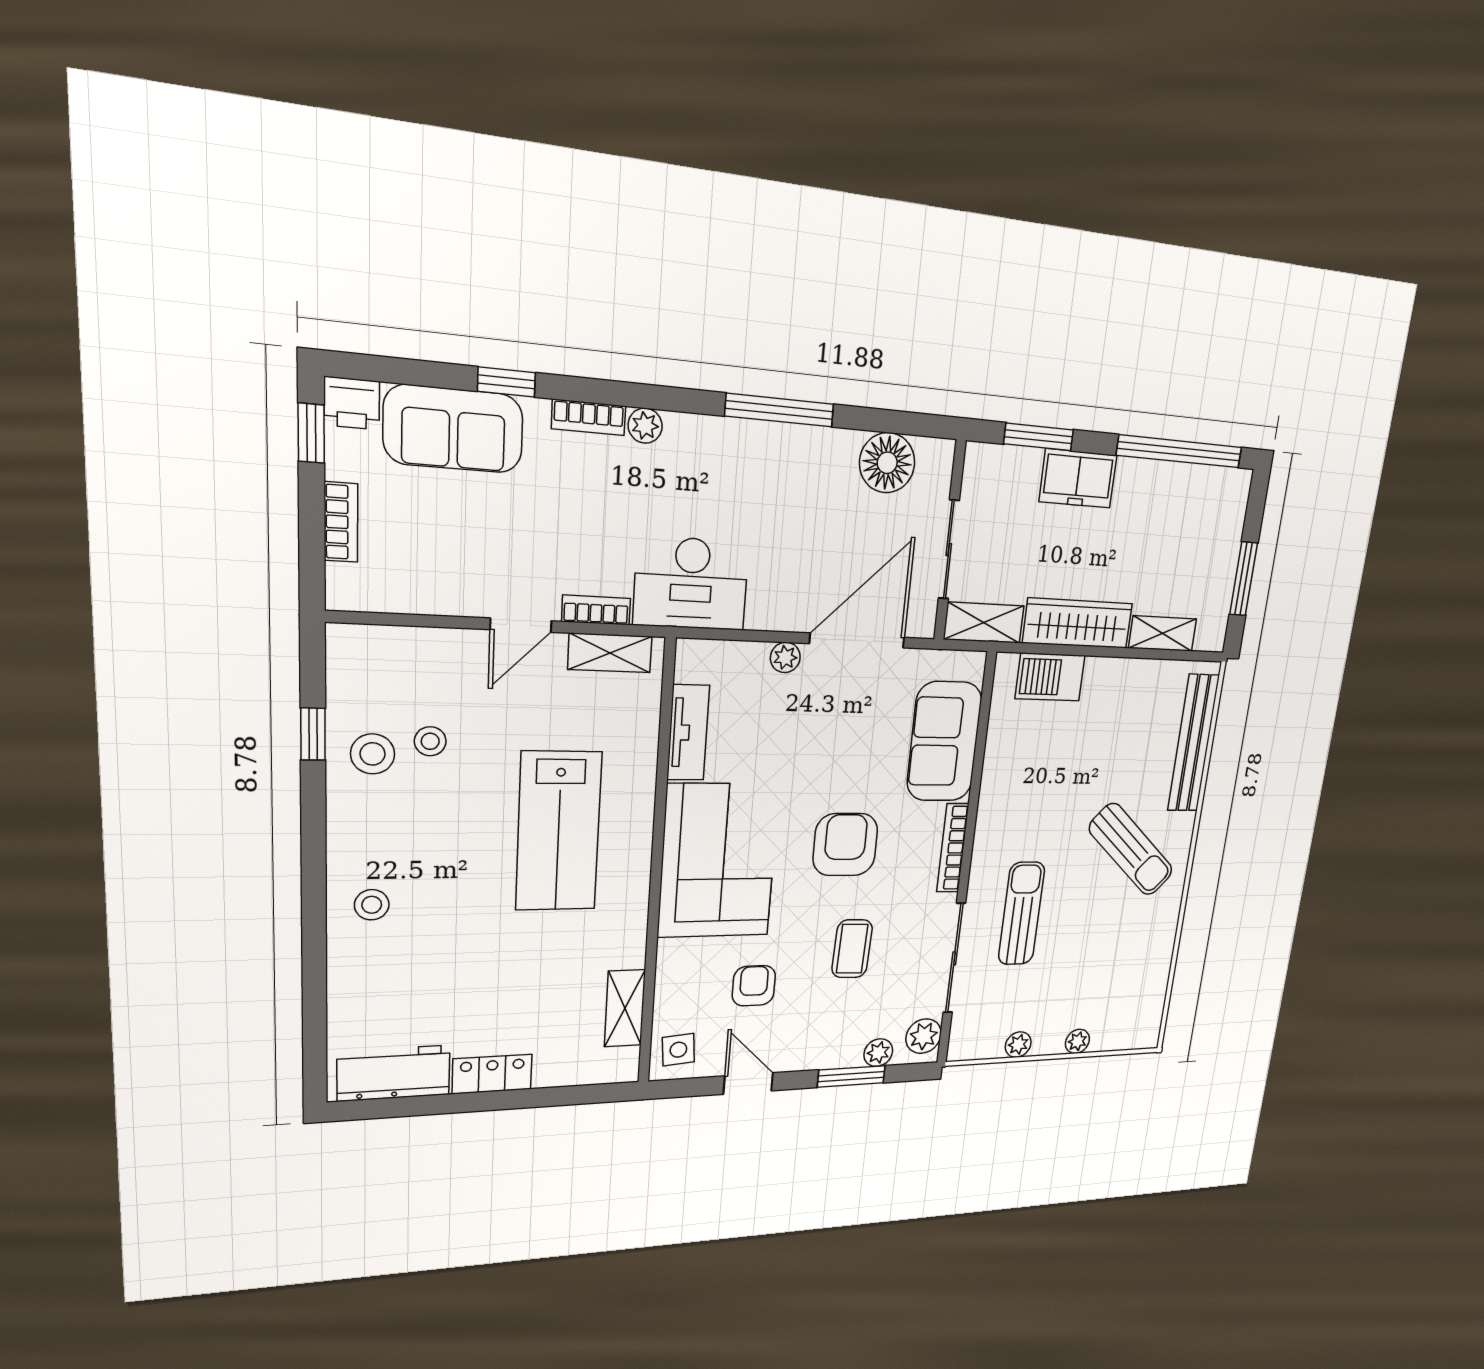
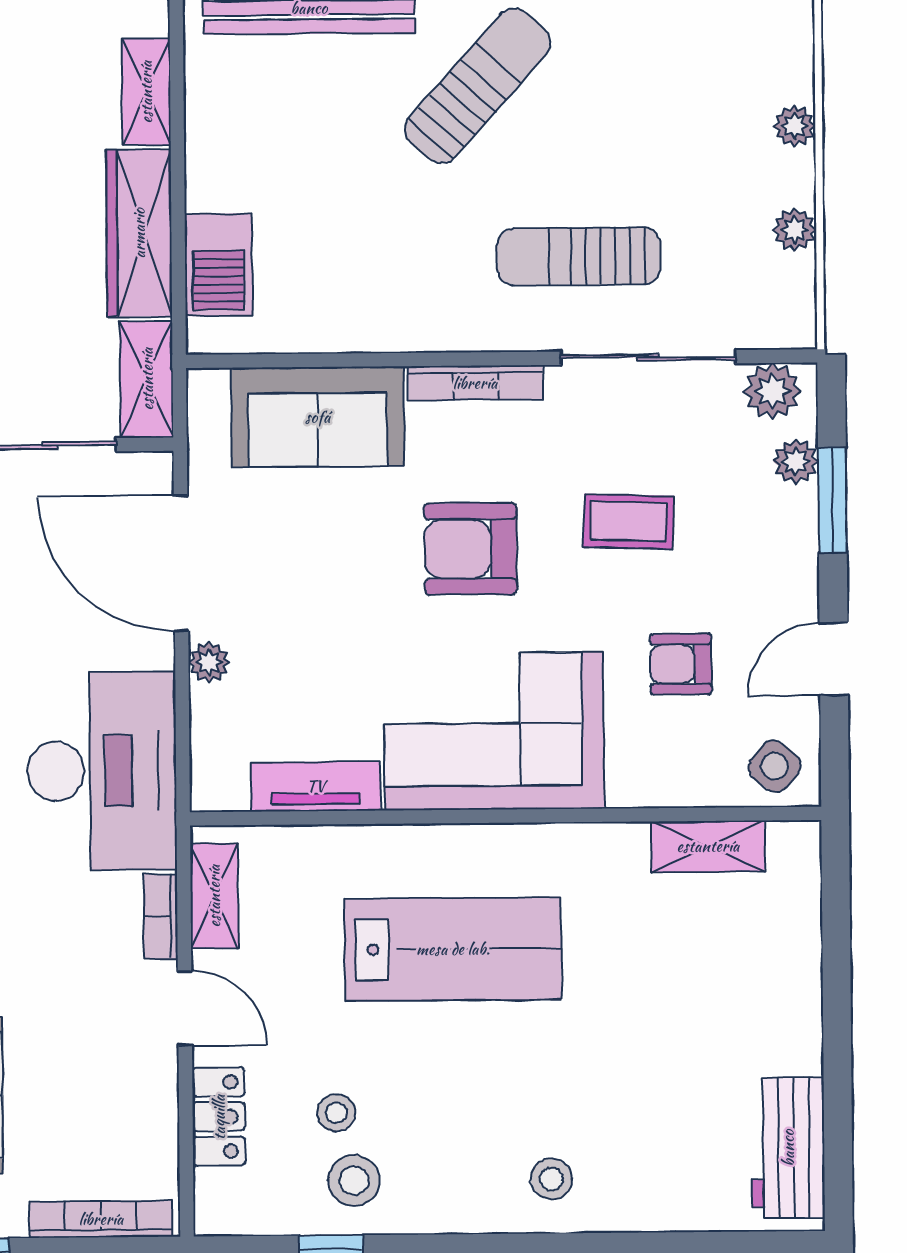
bookcase: (341, 522) -> (101, 1219), width x1.56
desk: (691, 583) -> (102, 771), width x1.36, depth x1.30
side table: (678, 1050) -> (775, 766), turned 45
locker: (492, 1074) -> (219, 1117), moved, turned 180

